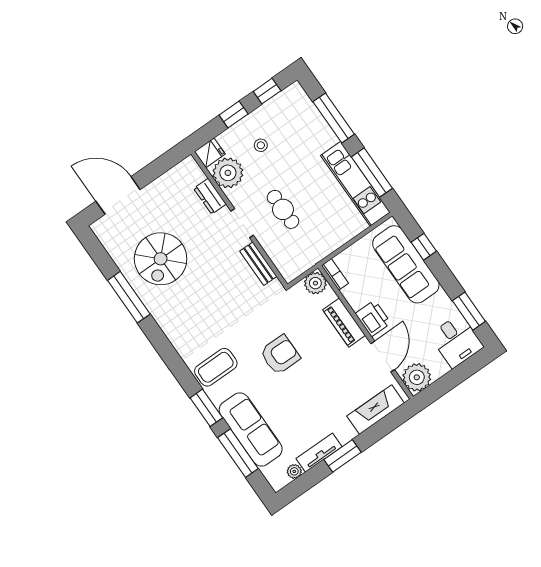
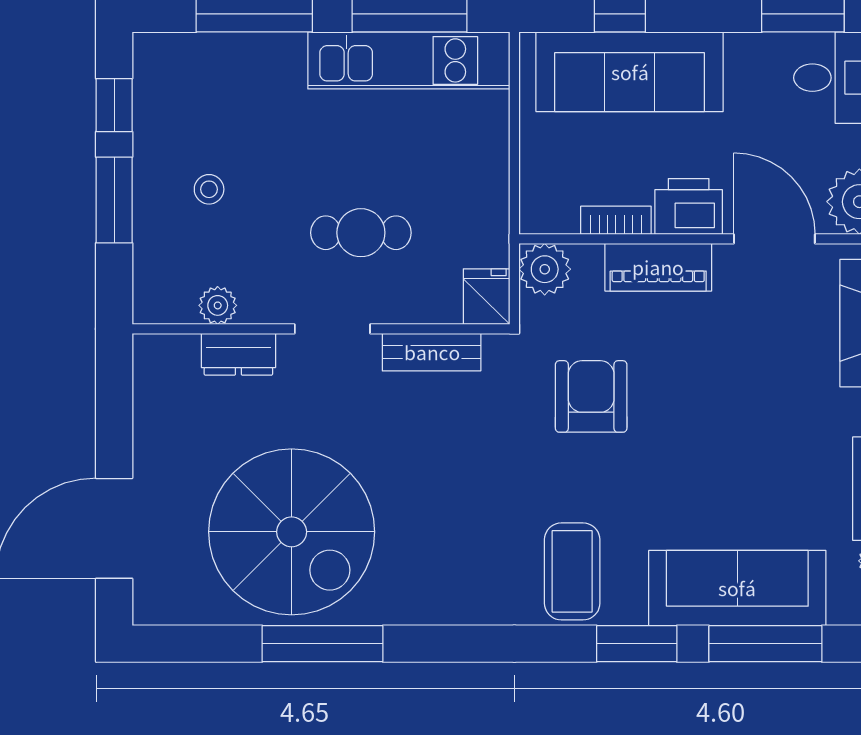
window: (234, 114) -> (114, 200), width x1.50
fridge: (210, 153) -> (487, 297), moved
plant: (228, 173) -> (218, 305), width x0.53, depth x0.53
spiral stairs: (161, 259) -> (292, 532), width x1.37, depth x1.37
bookcase: (335, 274) -> (616, 220), moved
armchair: (280, 355) -> (591, 396), moved

